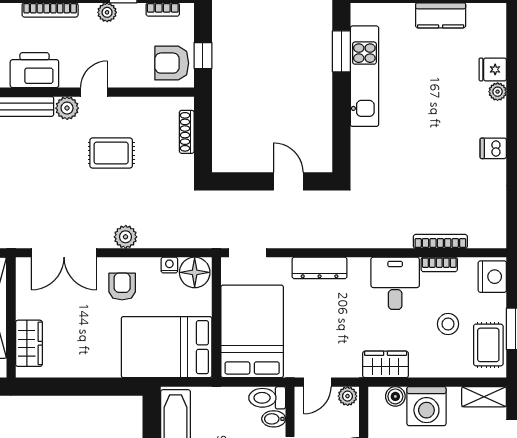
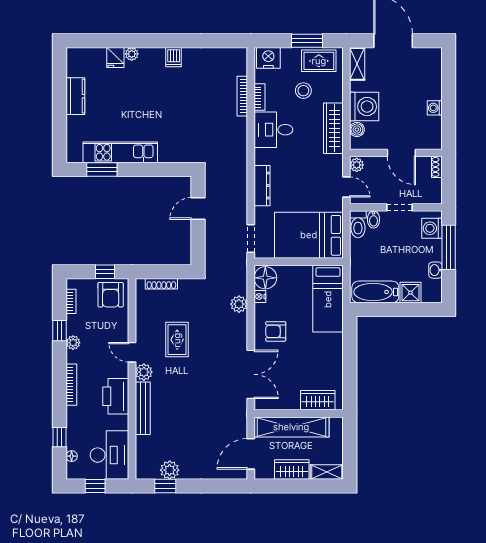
plant: (126, 237) -> (239, 304), moved
bed: (167, 347) -> (328, 299), width x0.67
wardrobe: (386, 364) -> (333, 128), width x1.50

